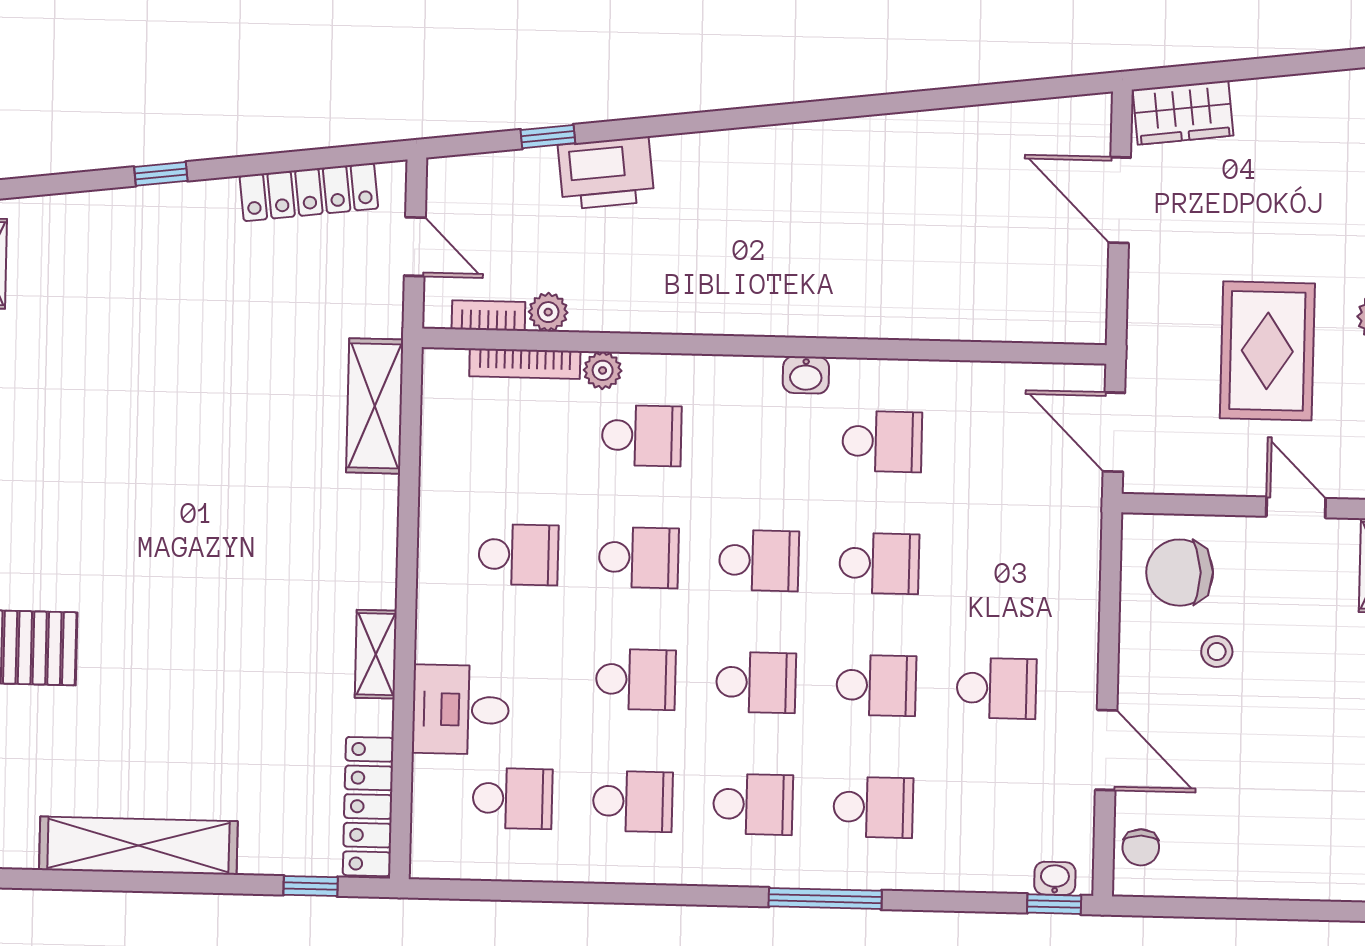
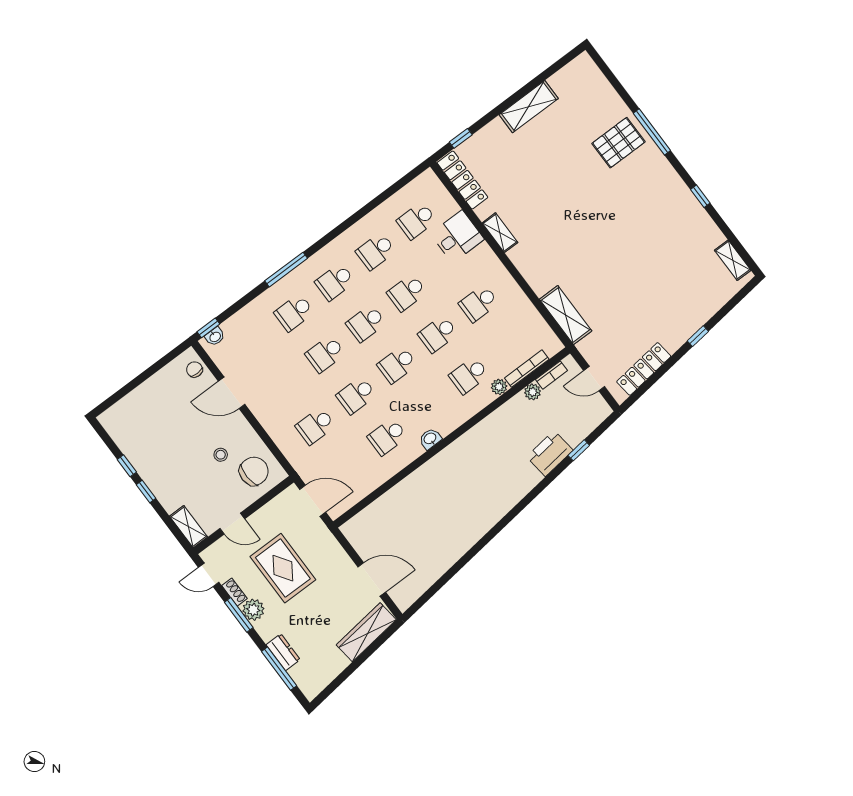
wardrobe: (1183, 113) -> (366, 632), width x1.50
school desk: (996, 688) -> (315, 426), moved
shelving: (138, 846) -> (529, 107), width x0.68

